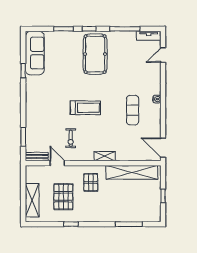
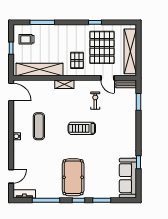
pallet: (63, 197) -> (102, 47), width x1.37, depth x1.41
shelving: (32, 200) -> (130, 51), width x1.47
trolley: (146, 206) -> (27, 39), added

